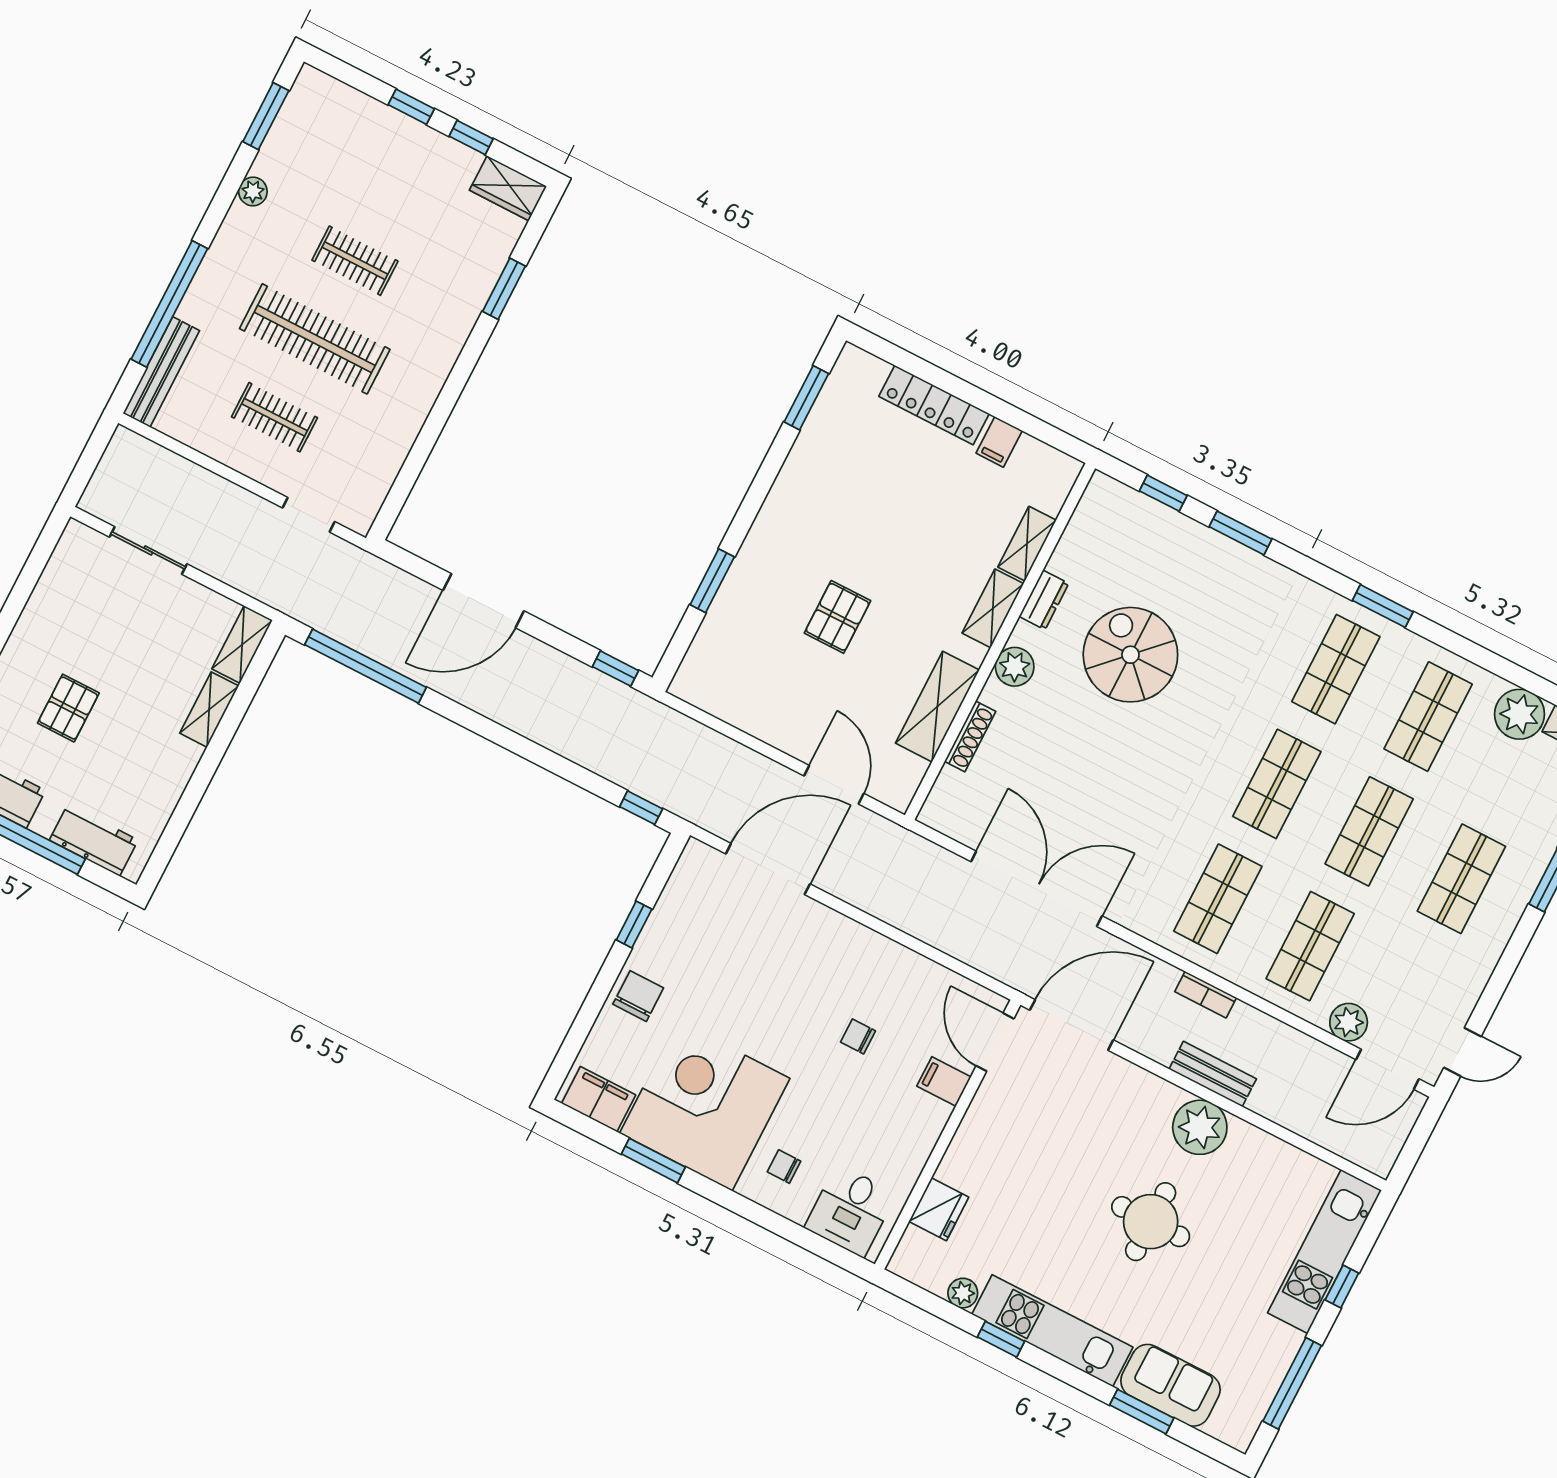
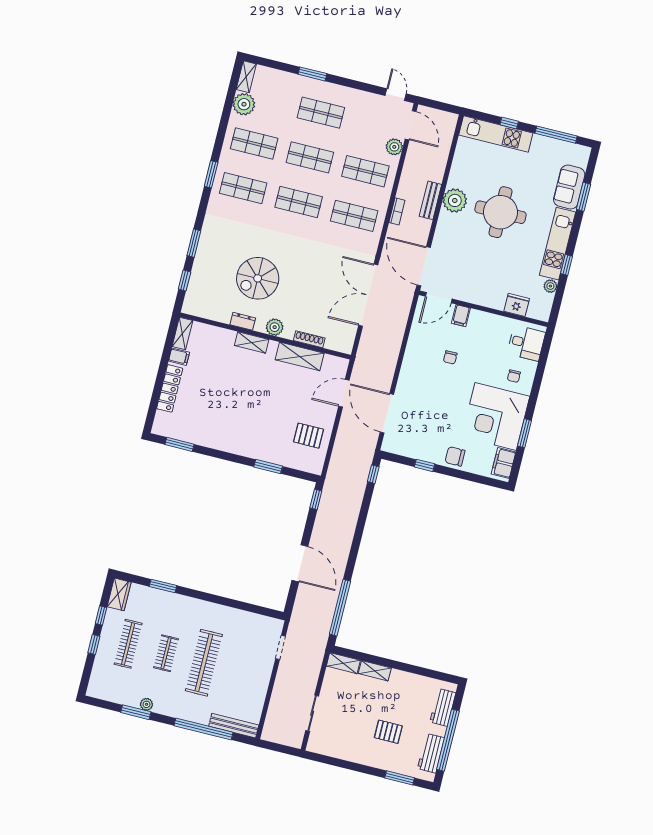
window: (266, 116) -> (136, 712), moved
clothes rail: (274, 417) -> (128, 644), moved, width x1.36
shelving: (1027, 544) -> (182, 333), moved, turned 90
pallet: (837, 617) -> (308, 436), moved
round table: (1151, 1222) -> (501, 212), width x1.36, depth x1.36

